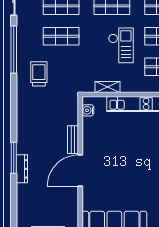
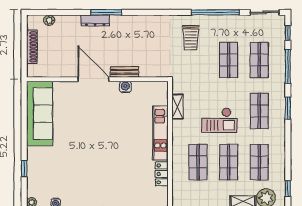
trolley: (39, 74) -> (191, 38), turned 90
water cooler: (88, 110) -> (125, 87), moved
plant: (22, 215) -> (49, 20), added

